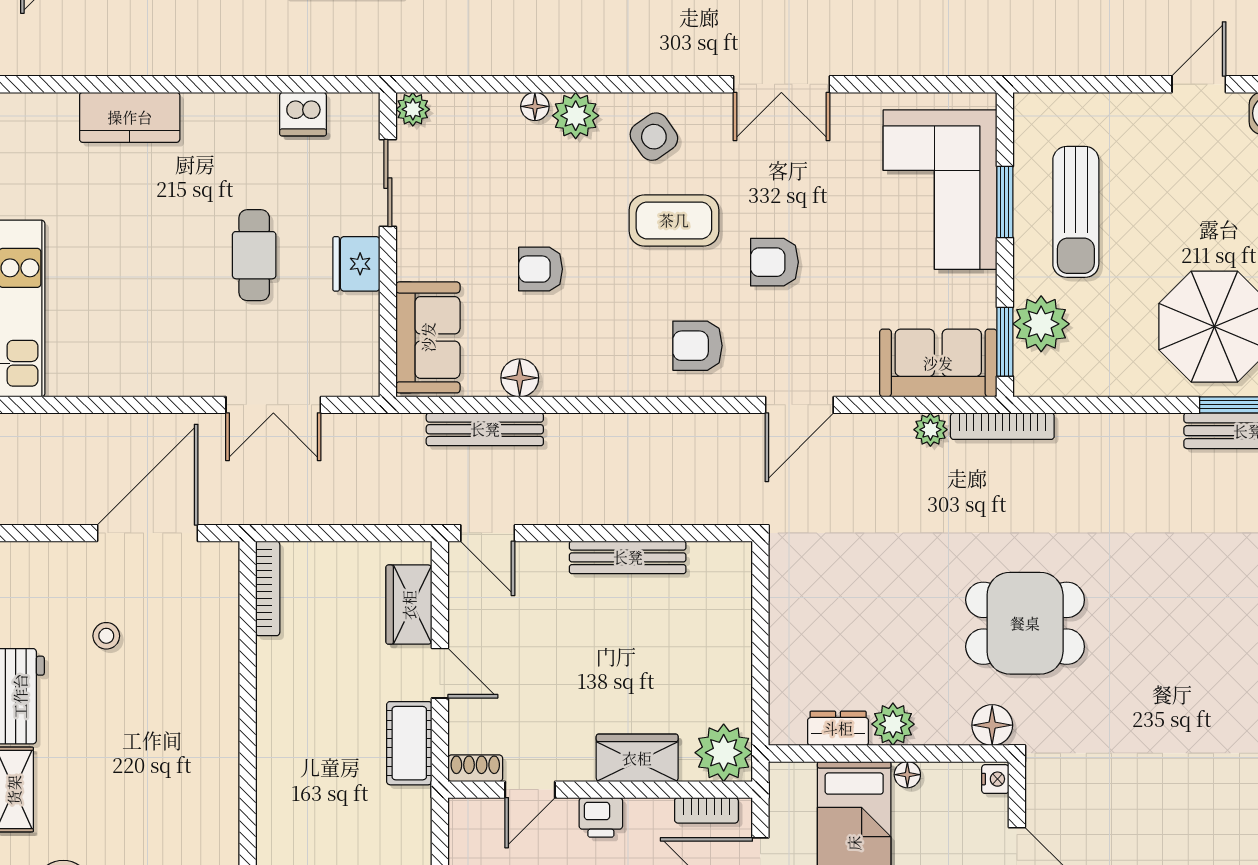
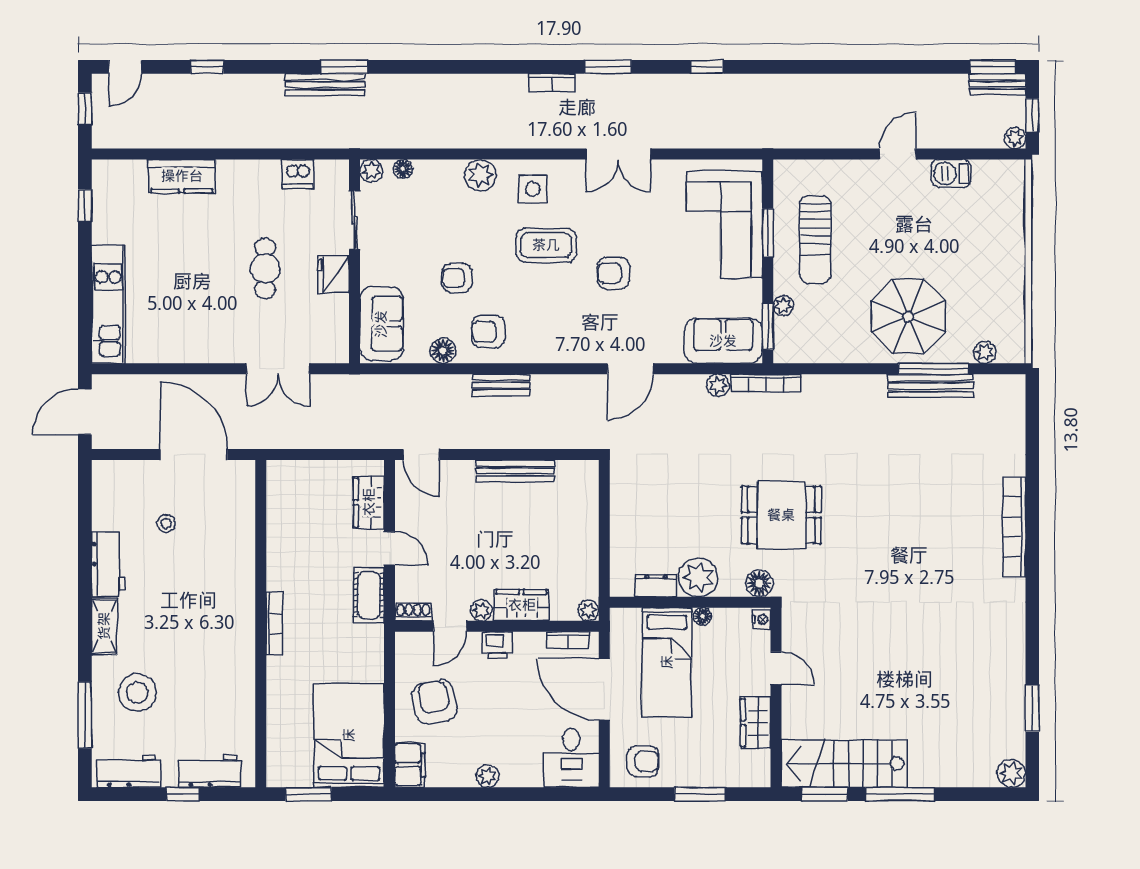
floor lamp: (535, 106) -> (403, 169), moved
side table: (654, 137) -> (533, 189), turned 35
plant: (1041, 324) -> (783, 306), width x0.53, depth x0.53
armchair: (697, 346) -> (488, 332), moved
bench: (485, 429) -> (501, 385), moved, width x0.73
door: (148, 533) -> (194, 455), hinge flipped
bookcase: (268, 588) -> (274, 624), moved
plant: (893, 724) -> (698, 577), width x1.36, depth x1.36
plant: (724, 753) -> (588, 611), width x0.53, depth x0.53
plant: (577, 766) -> (481, 610), added

